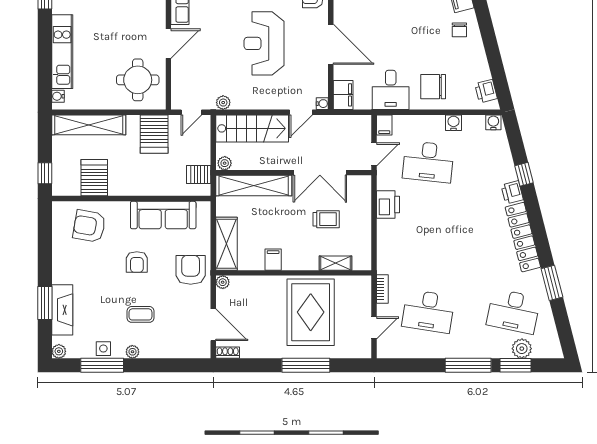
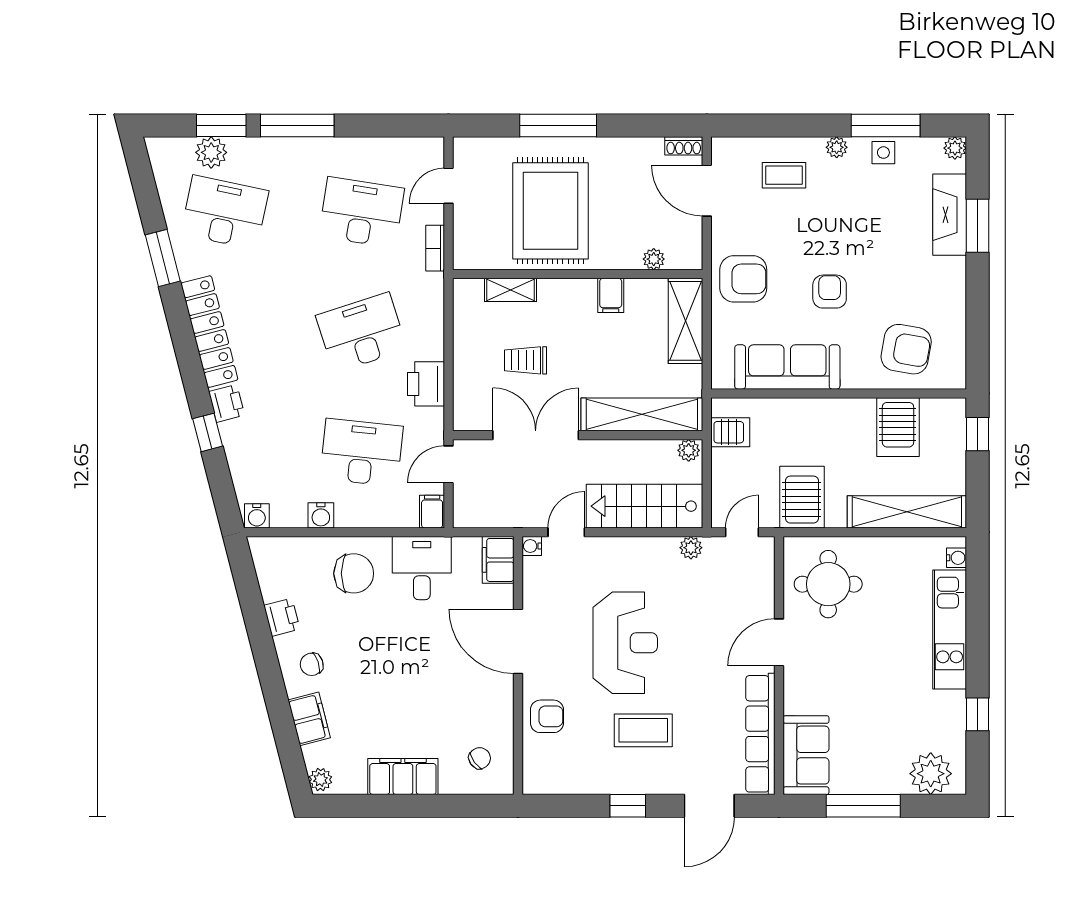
chair: (459, 30) -> (312, 664), turned -108
printer: (486, 91) -> (282, 617), moved
desk: (428, 237) -> (361, 332), added
armchair: (191, 270) -> (743, 279), turned -90
plant: (223, 282) -> (654, 259), moved
coffee table: (140, 314) -> (784, 175), moved

